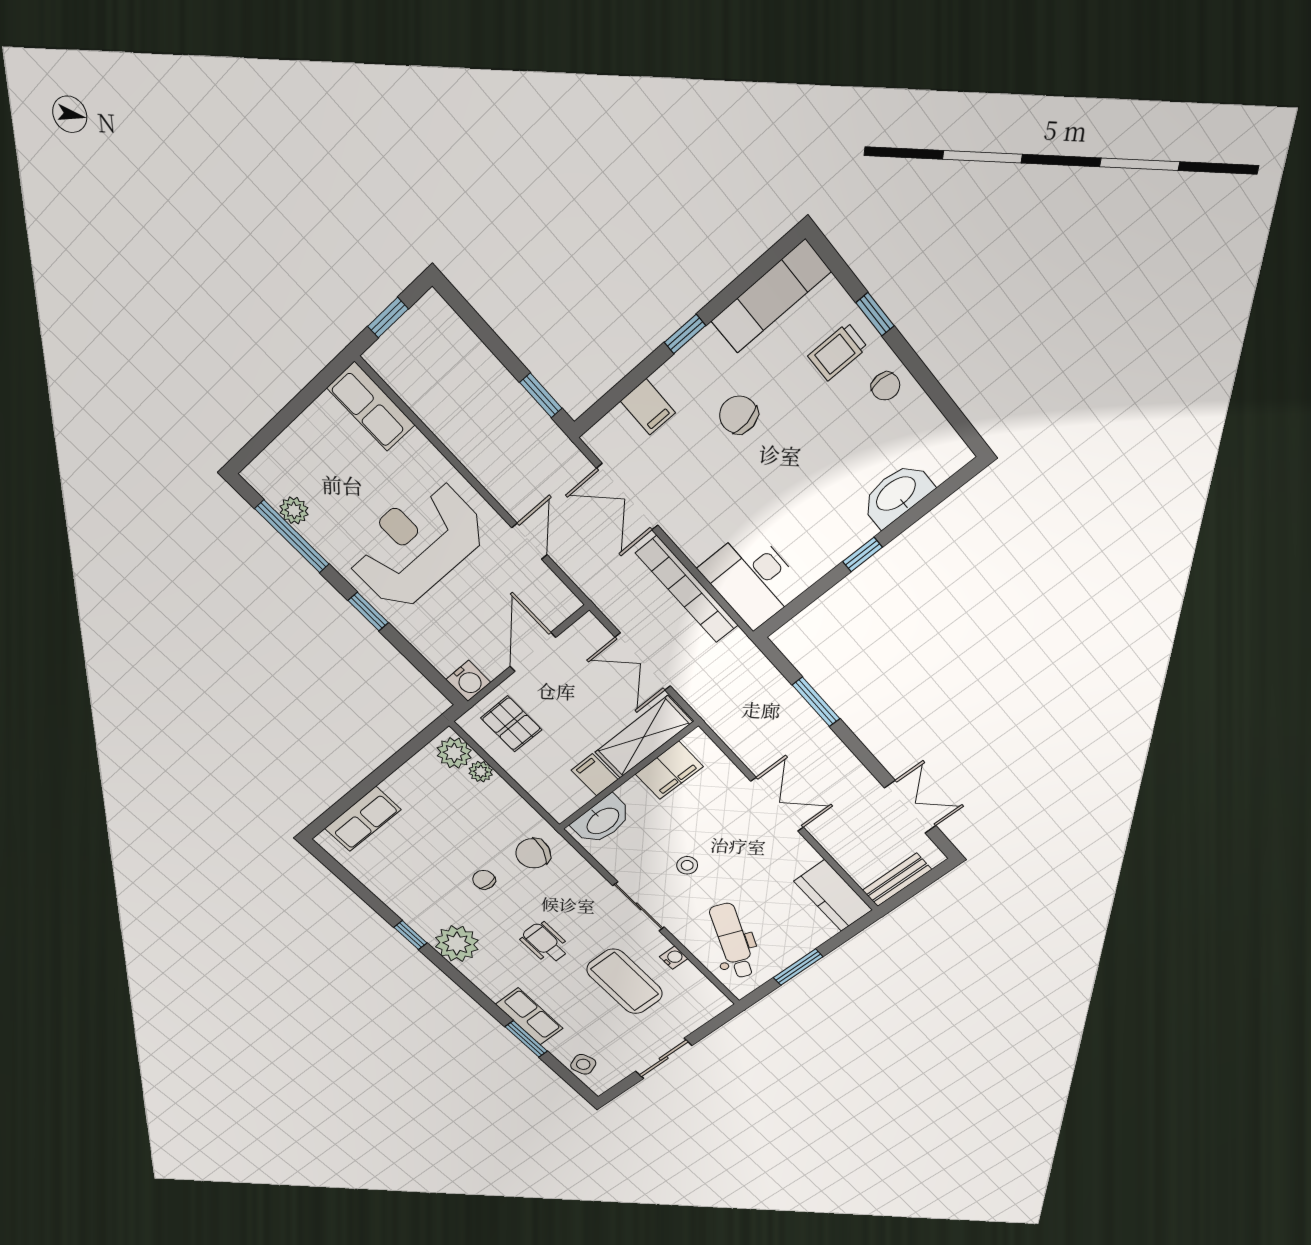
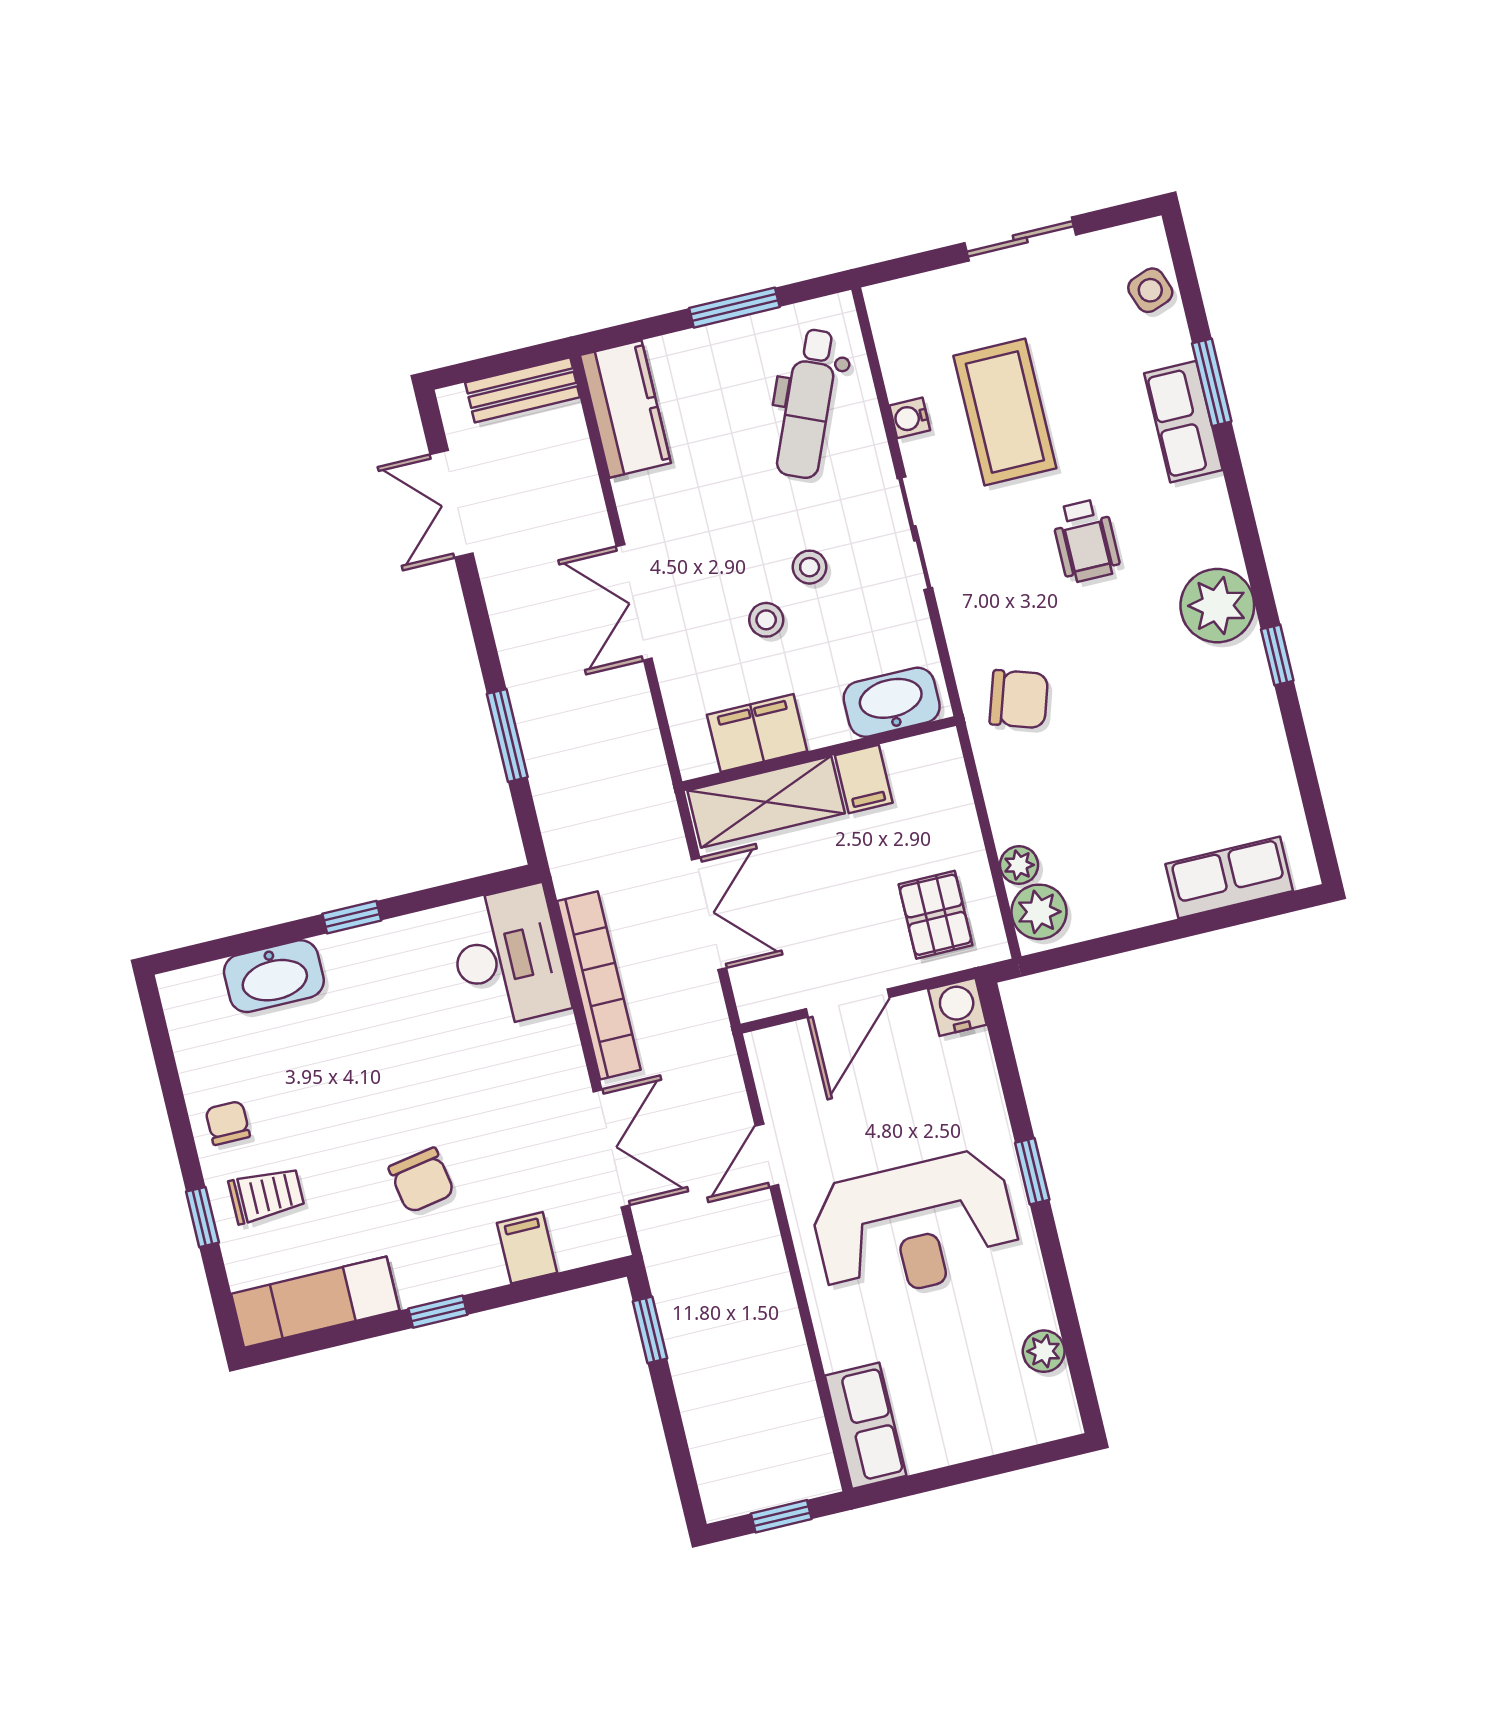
window: (292, 536) -> (1068, 1320), removed
stool: (697, 829) -> (766, 620), added
chair: (484, 880) -> (1114, 692), removed

